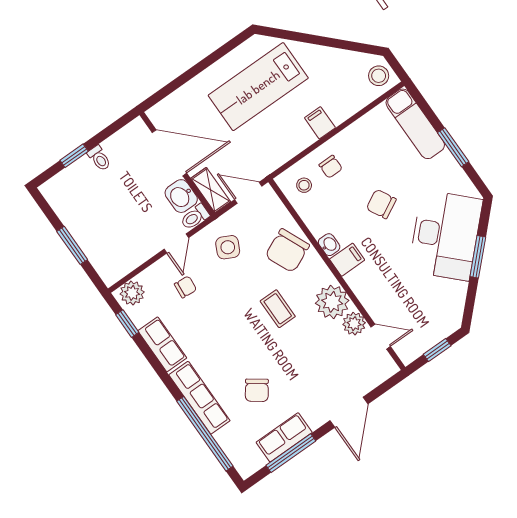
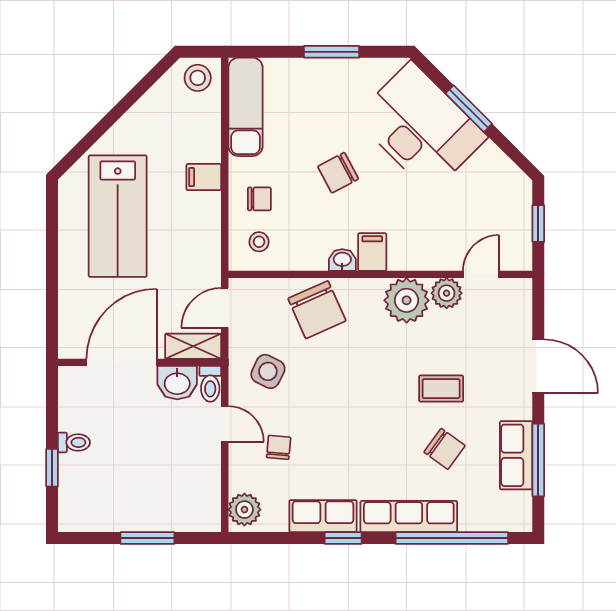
exam couch: (415, 124) -> (245, 107), moved, turned -90
coffee table: (278, 309) -> (441, 389), moved
window: (127, 324) -> (343, 538), moved

